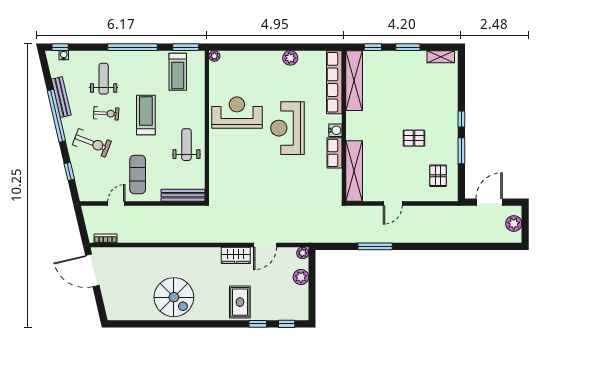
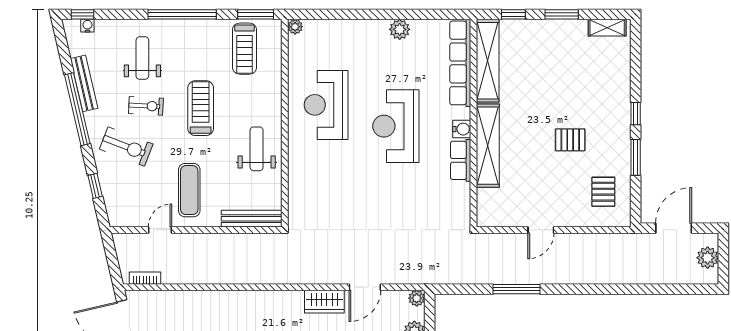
reception desk: (237, 113) -> (326, 105), turned -90
shelving: (354, 171) -> (488, 146), moved

